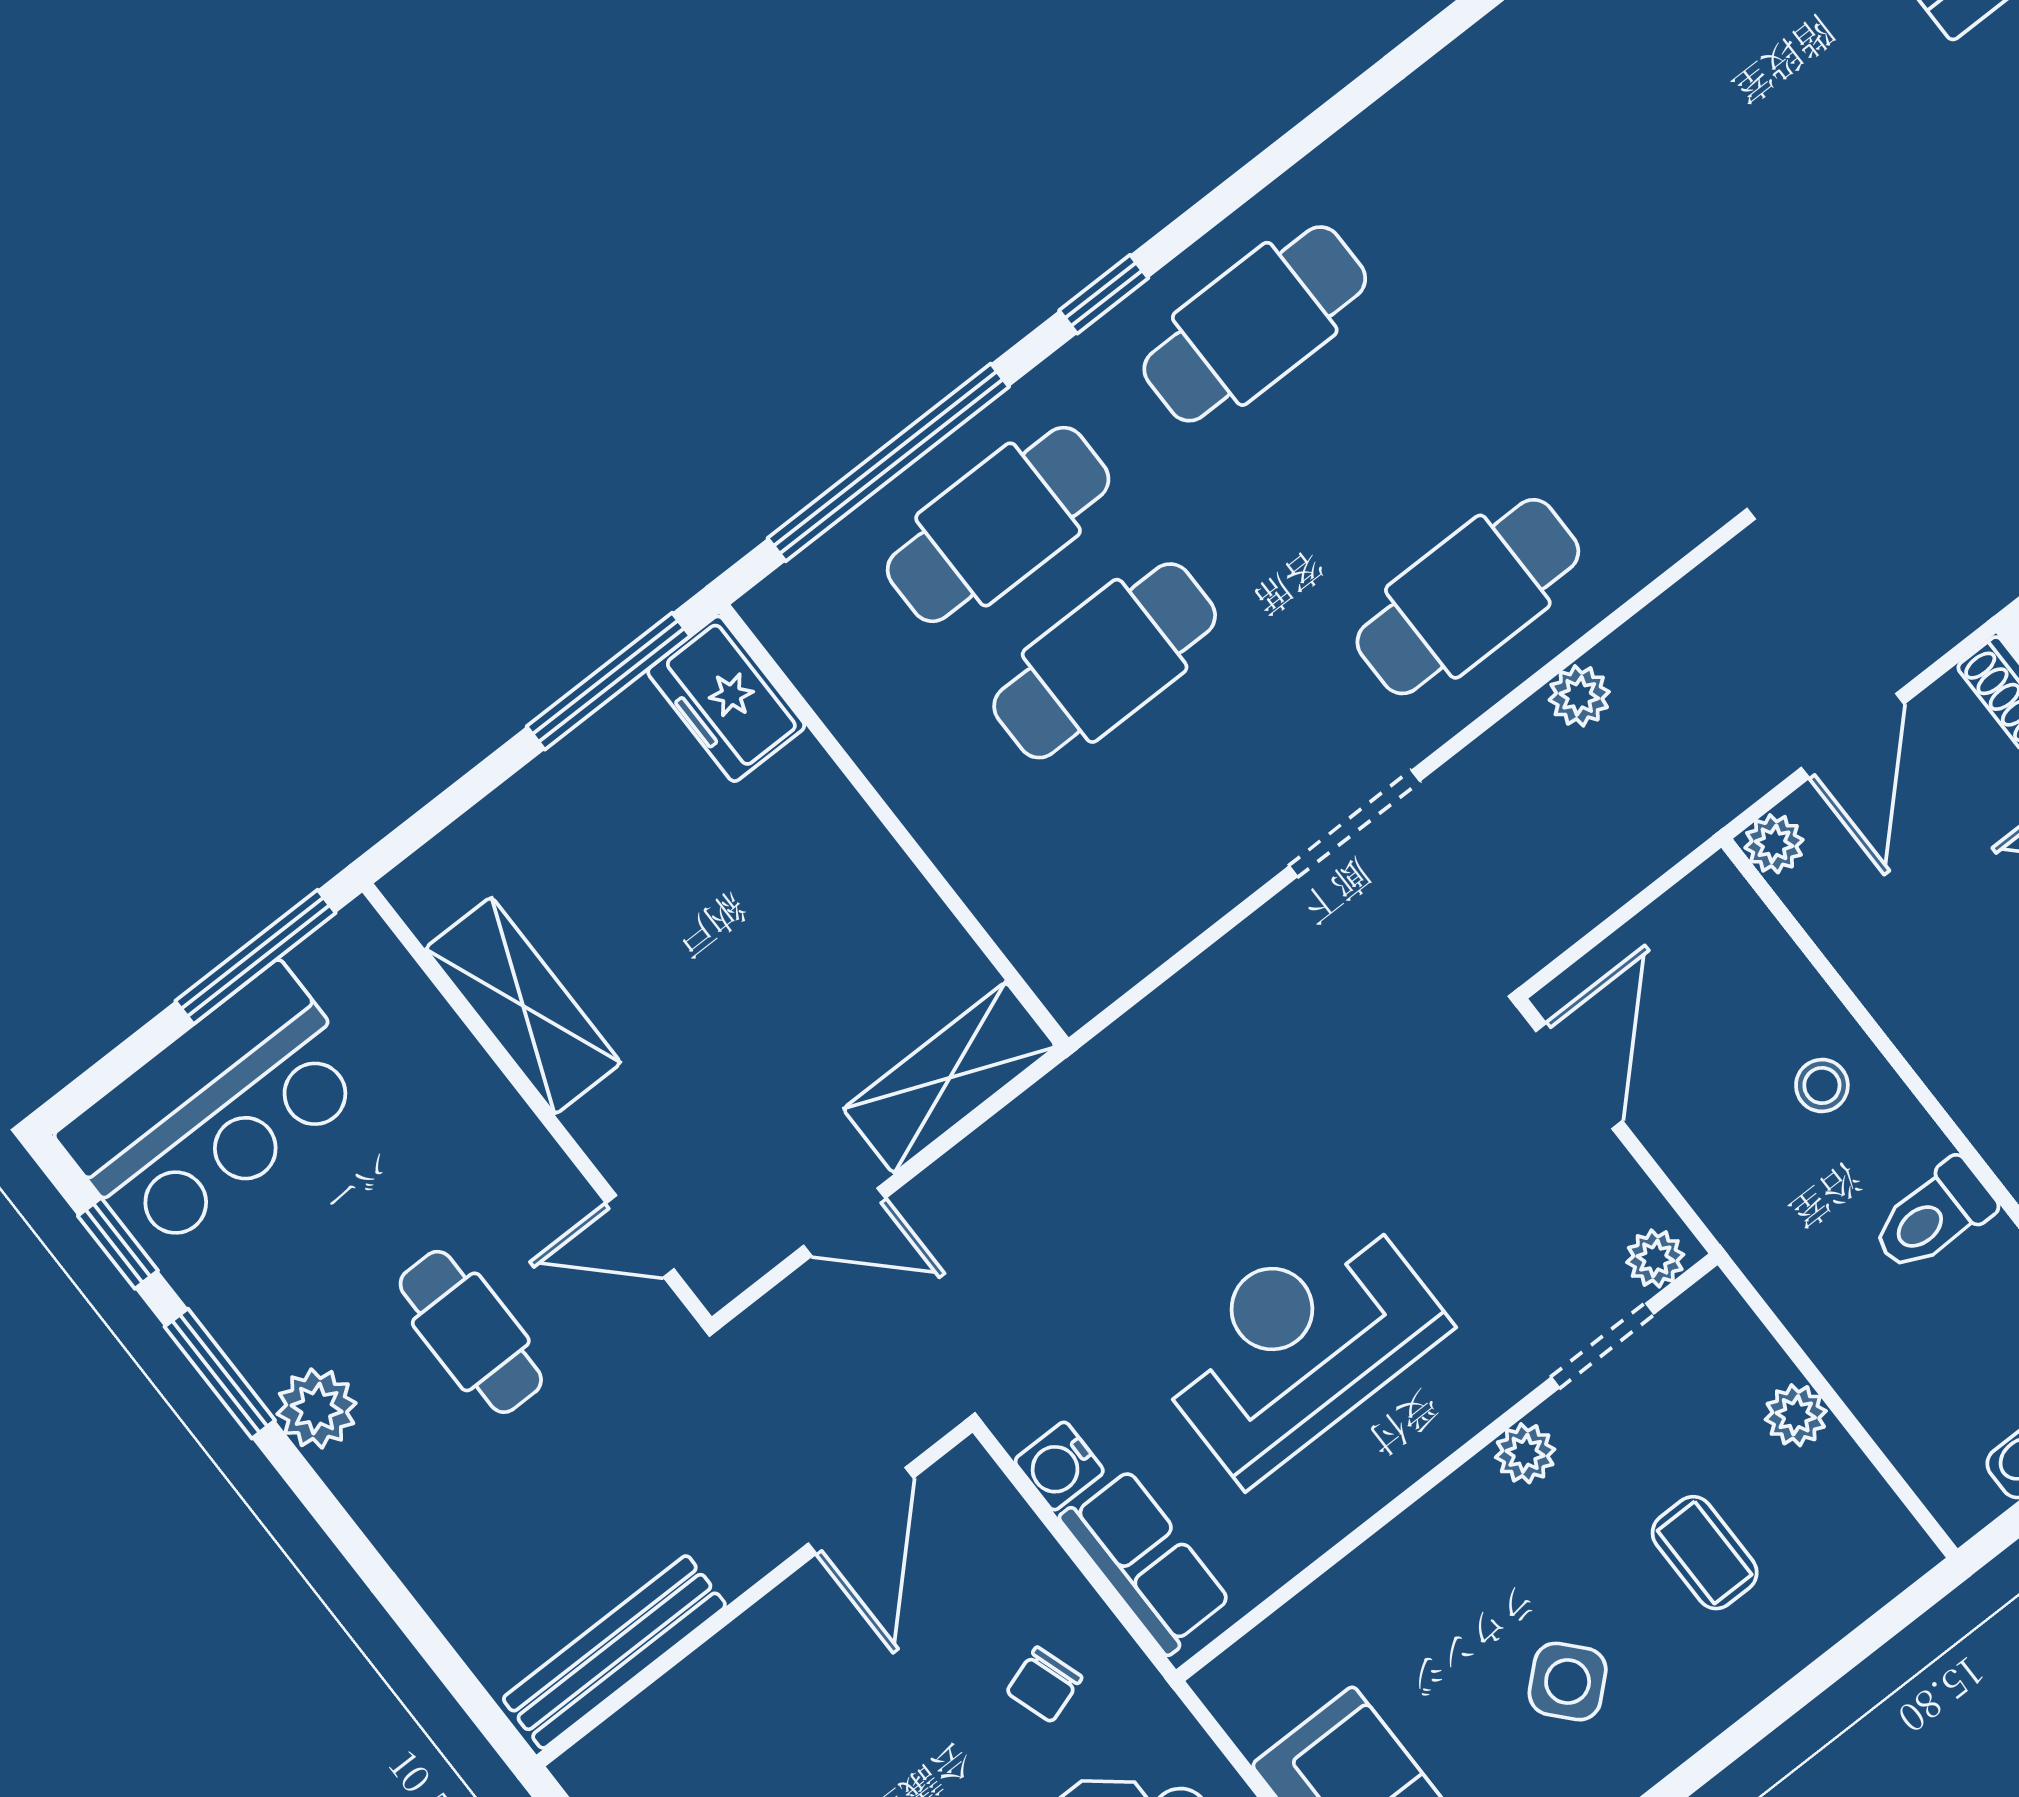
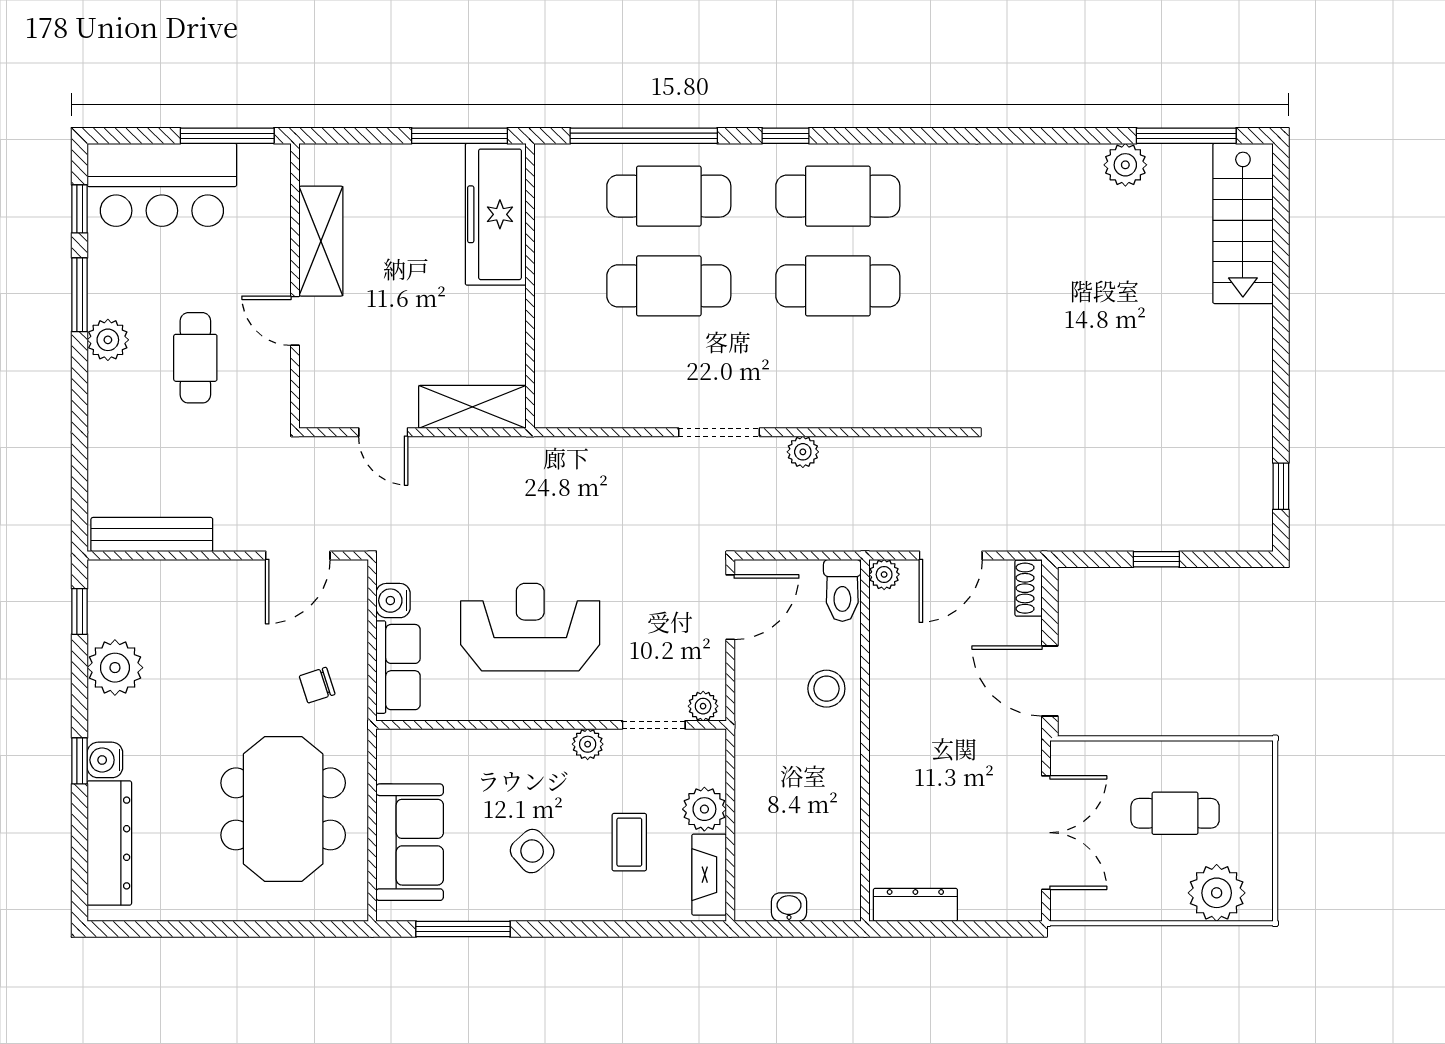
cafe table: (1468, 597) -> (838, 286), moved
plant: (1579, 696) -> (803, 452), moved
freezer: (726, 699) -> (496, 214), width x1.91, depth x1.26
stool: (1822, 1085) -> (826, 689), width x1.37, depth x1.37
toilet: (1933, 1216) -> (842, 590), moved, turned -90
door: (640, 1236) -> (295, 321), moved
plant: (1796, 1415) -> (704, 809), width x1.38, depth x1.38
fireplace: (1864, 1507) -> (709, 875), added

